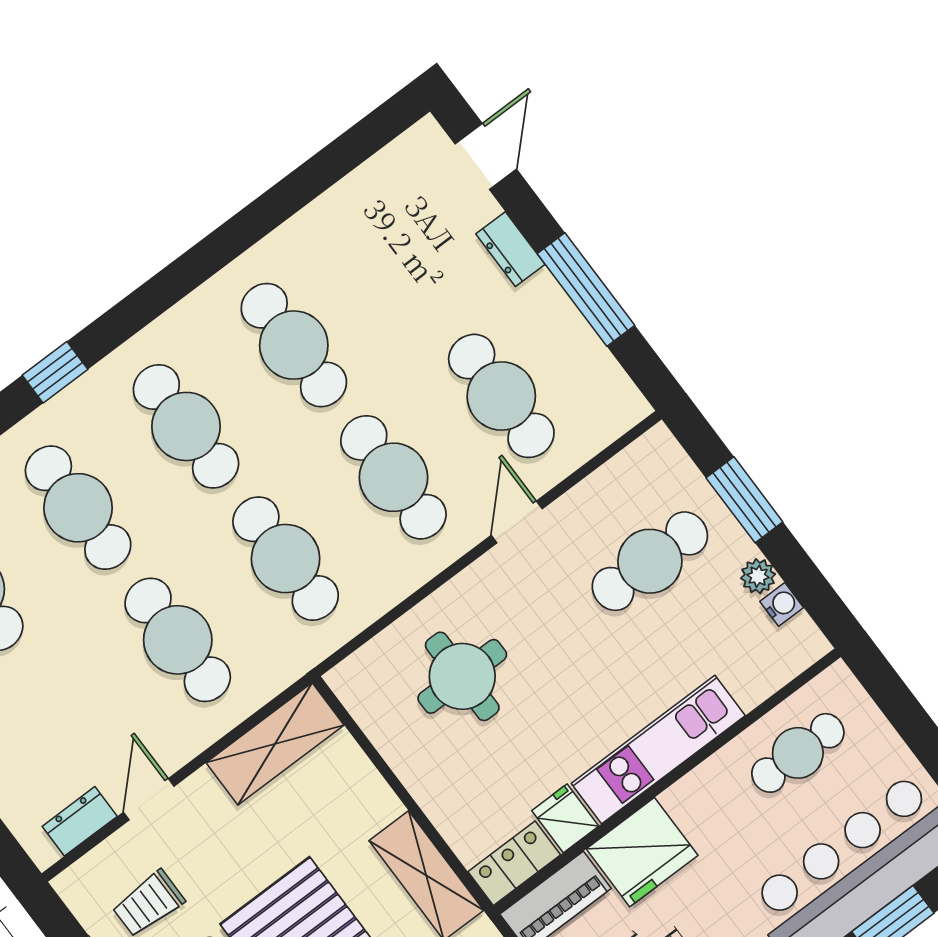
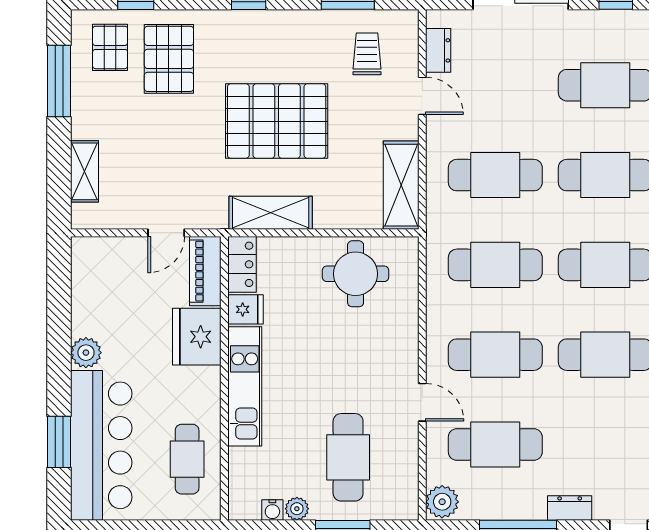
plant: (618, 408) -> (442, 502), added
round table: (462, 676) -> (356, 274), moved

